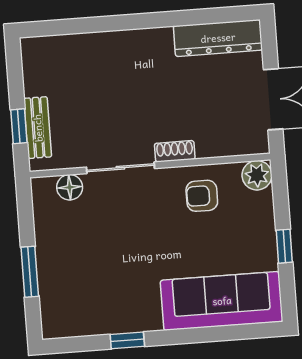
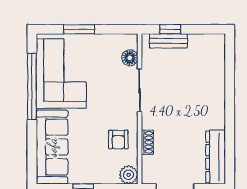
shoe rack: (175, 151) -> (147, 142), moved
armchair: (202, 196) -> (118, 140), turned 180
corner sofa: (103, 295) -> (61, 74), added
window: (127, 340) -> (32, 87), width x3.17

